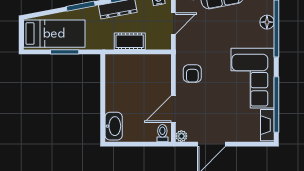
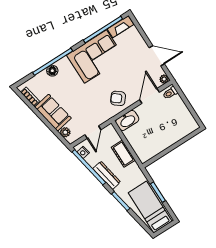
door: (173, 23) -> (93, 132), swing flipped
armchair: (192, 74) -> (118, 98), turned -141
door: (173, 109) -> (150, 96), swing flipped
washbasin: (114, 126) -> (127, 120), moved, turned 180

